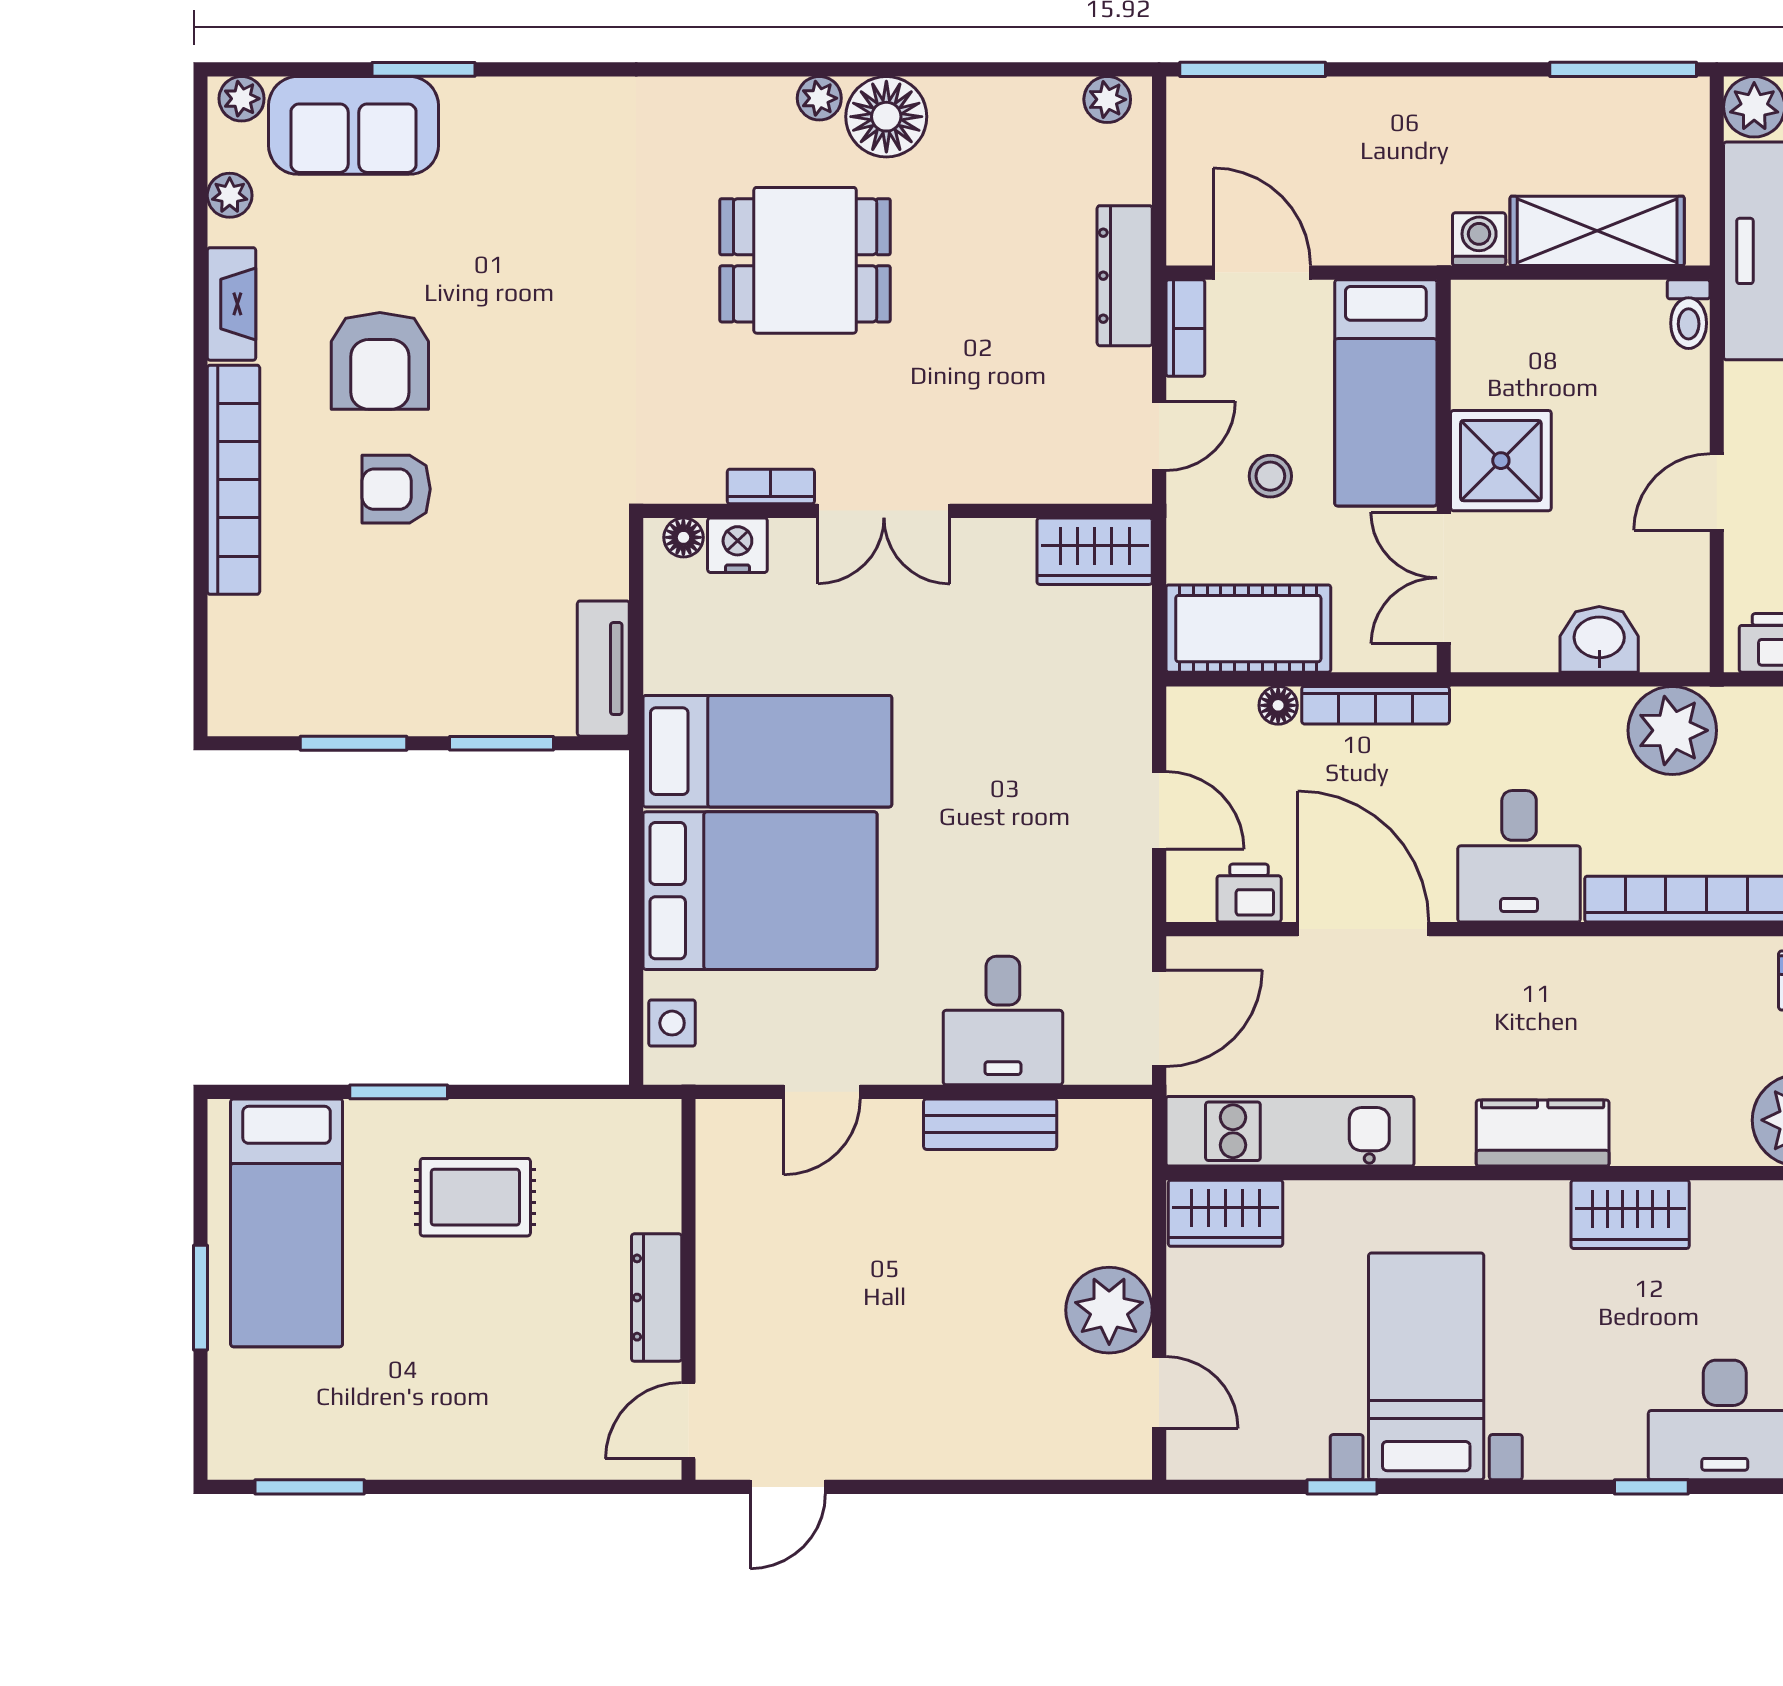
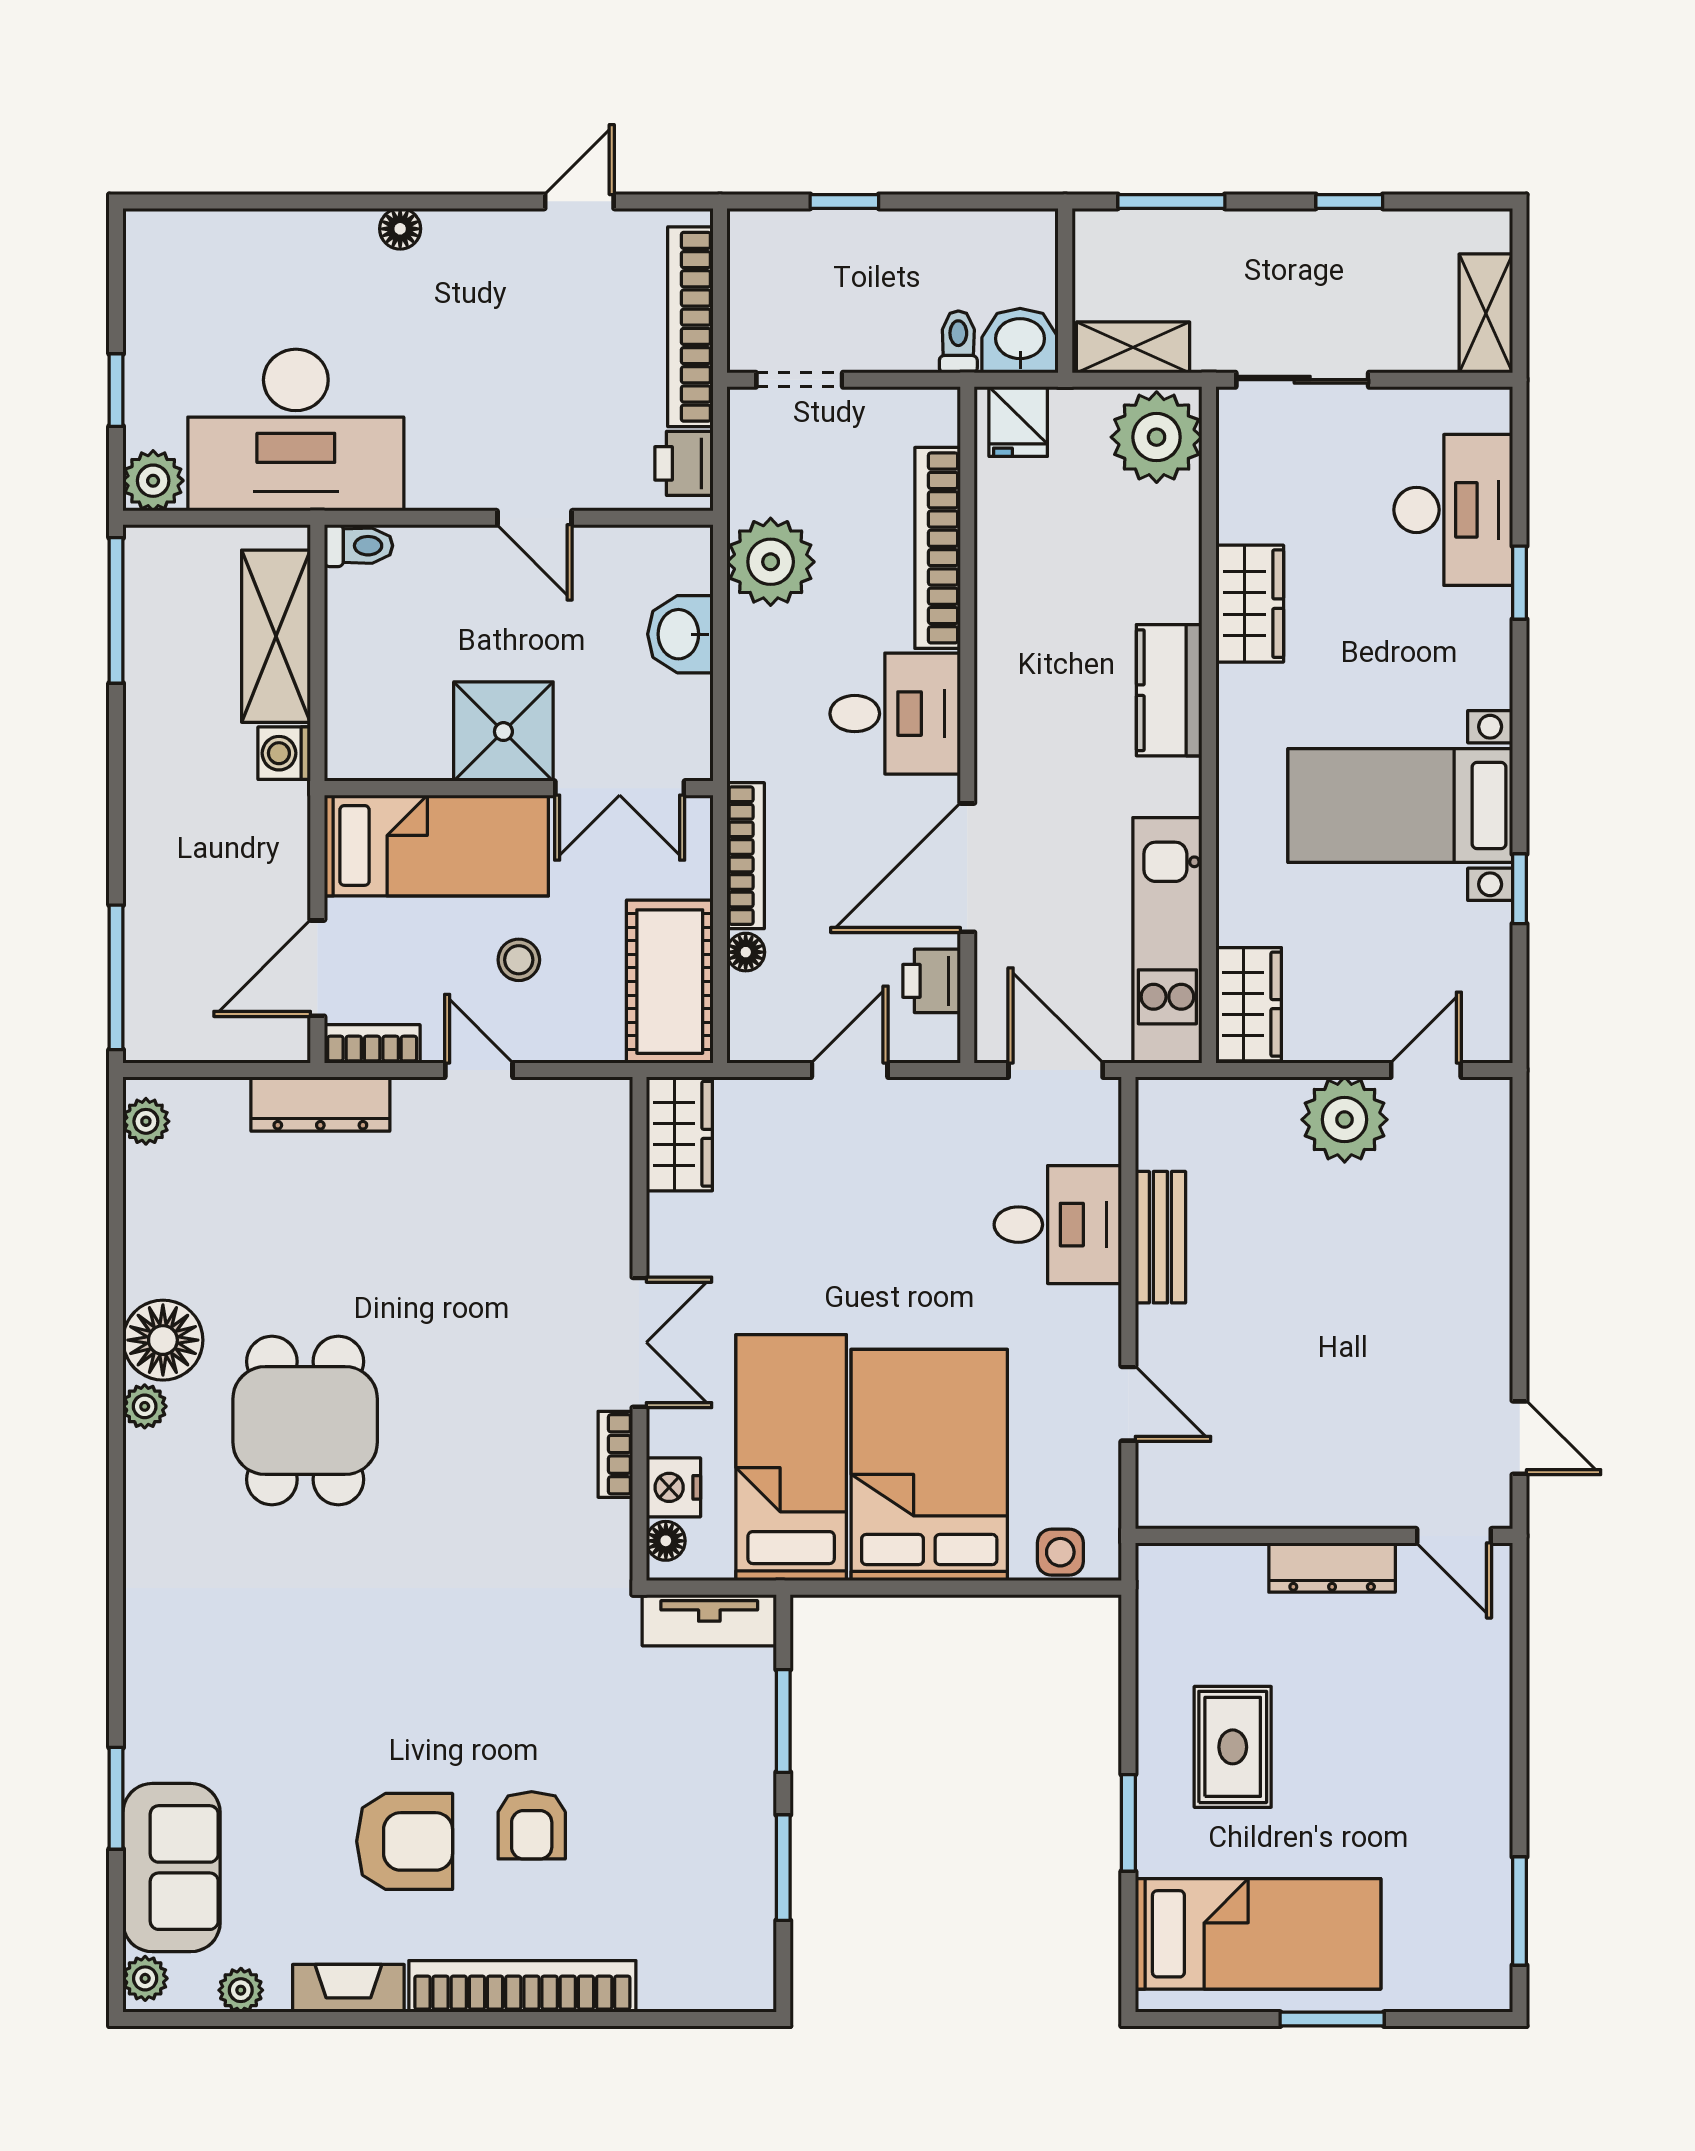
bookcase: (771, 486) -> (615, 1454), moved
double door: (884, 511) -> (639, 1342), moved
wall: (898, 511) -> (639, 1329), moved
floor lamp: (683, 537) -> (666, 1541), moved
nightstand: (737, 545) -> (673, 1487), moved
wardrobe: (1095, 551) -> (679, 1134), moved

